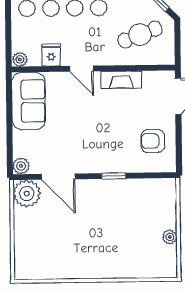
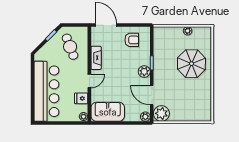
armchair: (153, 141) -> (132, 40), turned -90
plant: (99, 163) -> (144, 72), added
door: (58, 177) -> (152, 95), swing flipped
parasol: (113, 244) -> (191, 64), added

